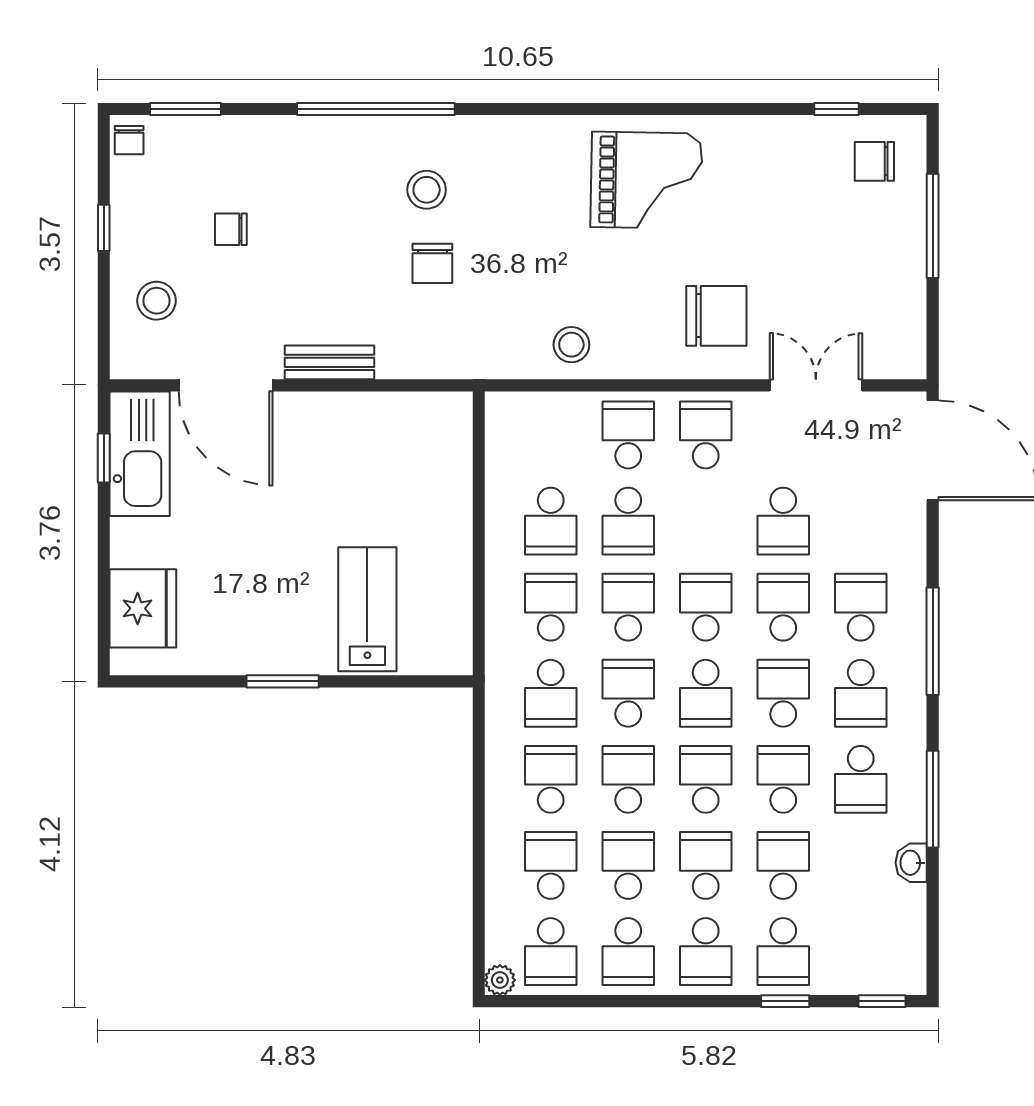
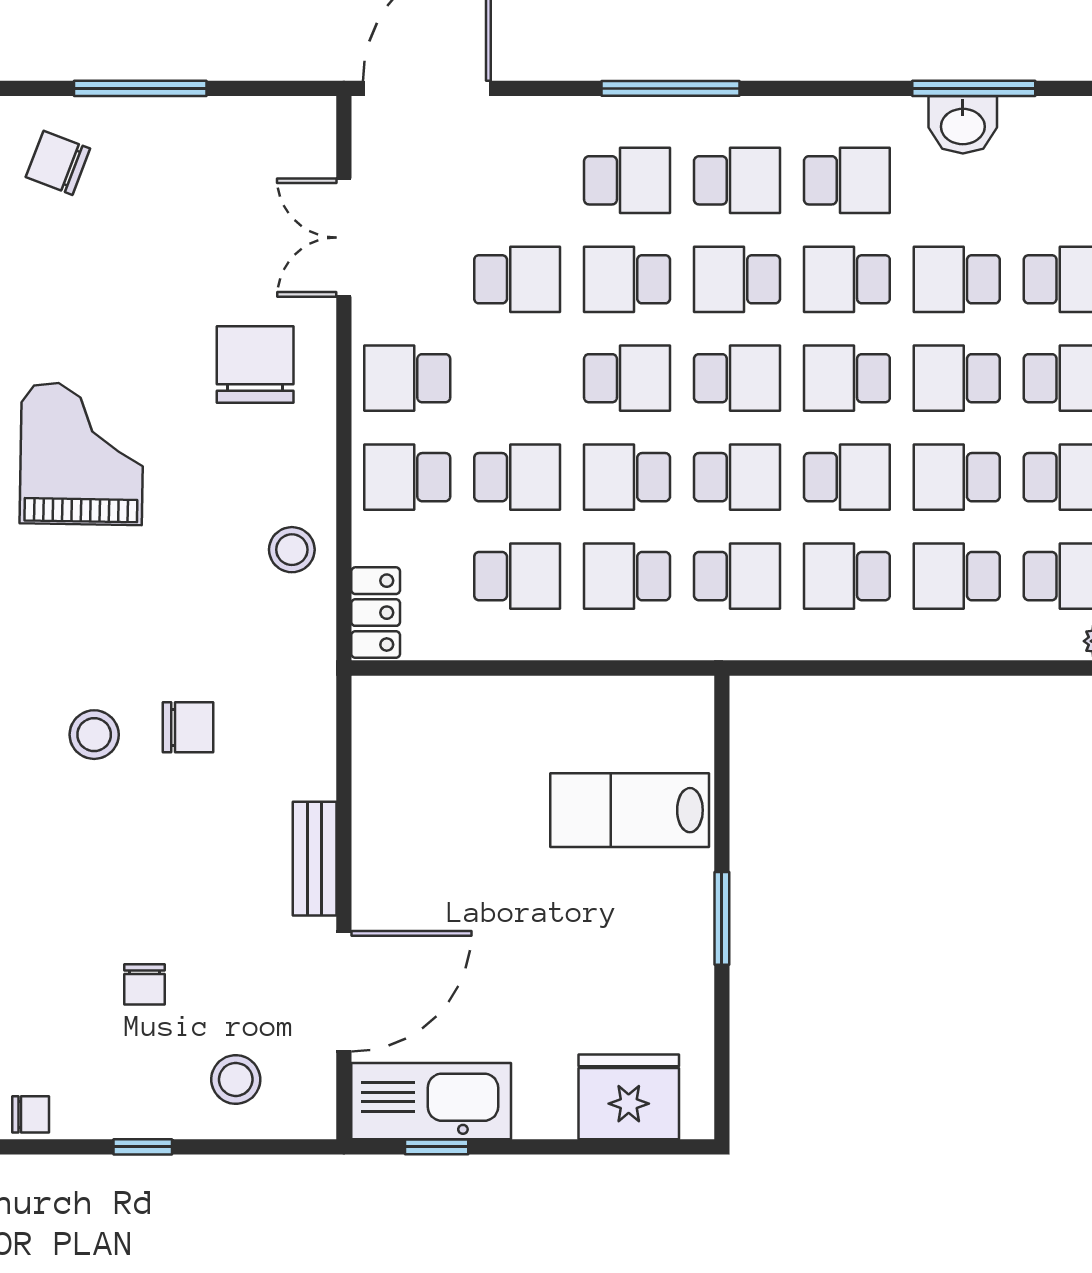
chair: (874, 161) -> (58, 163), turned 111
locker: (522, 410) -> (376, 613), added
school desk: (706, 607) -> (627, 378), turned 180
school desk: (861, 607) -> (627, 180), turned 180
school desk: (628, 693) -> (737, 477), turned 180
school desk: (628, 779) -> (847, 477), turned 180
window: (933, 799) -> (974, 88), moved
washbasin: (911, 863) -> (963, 125), width x1.38, depth x1.45

